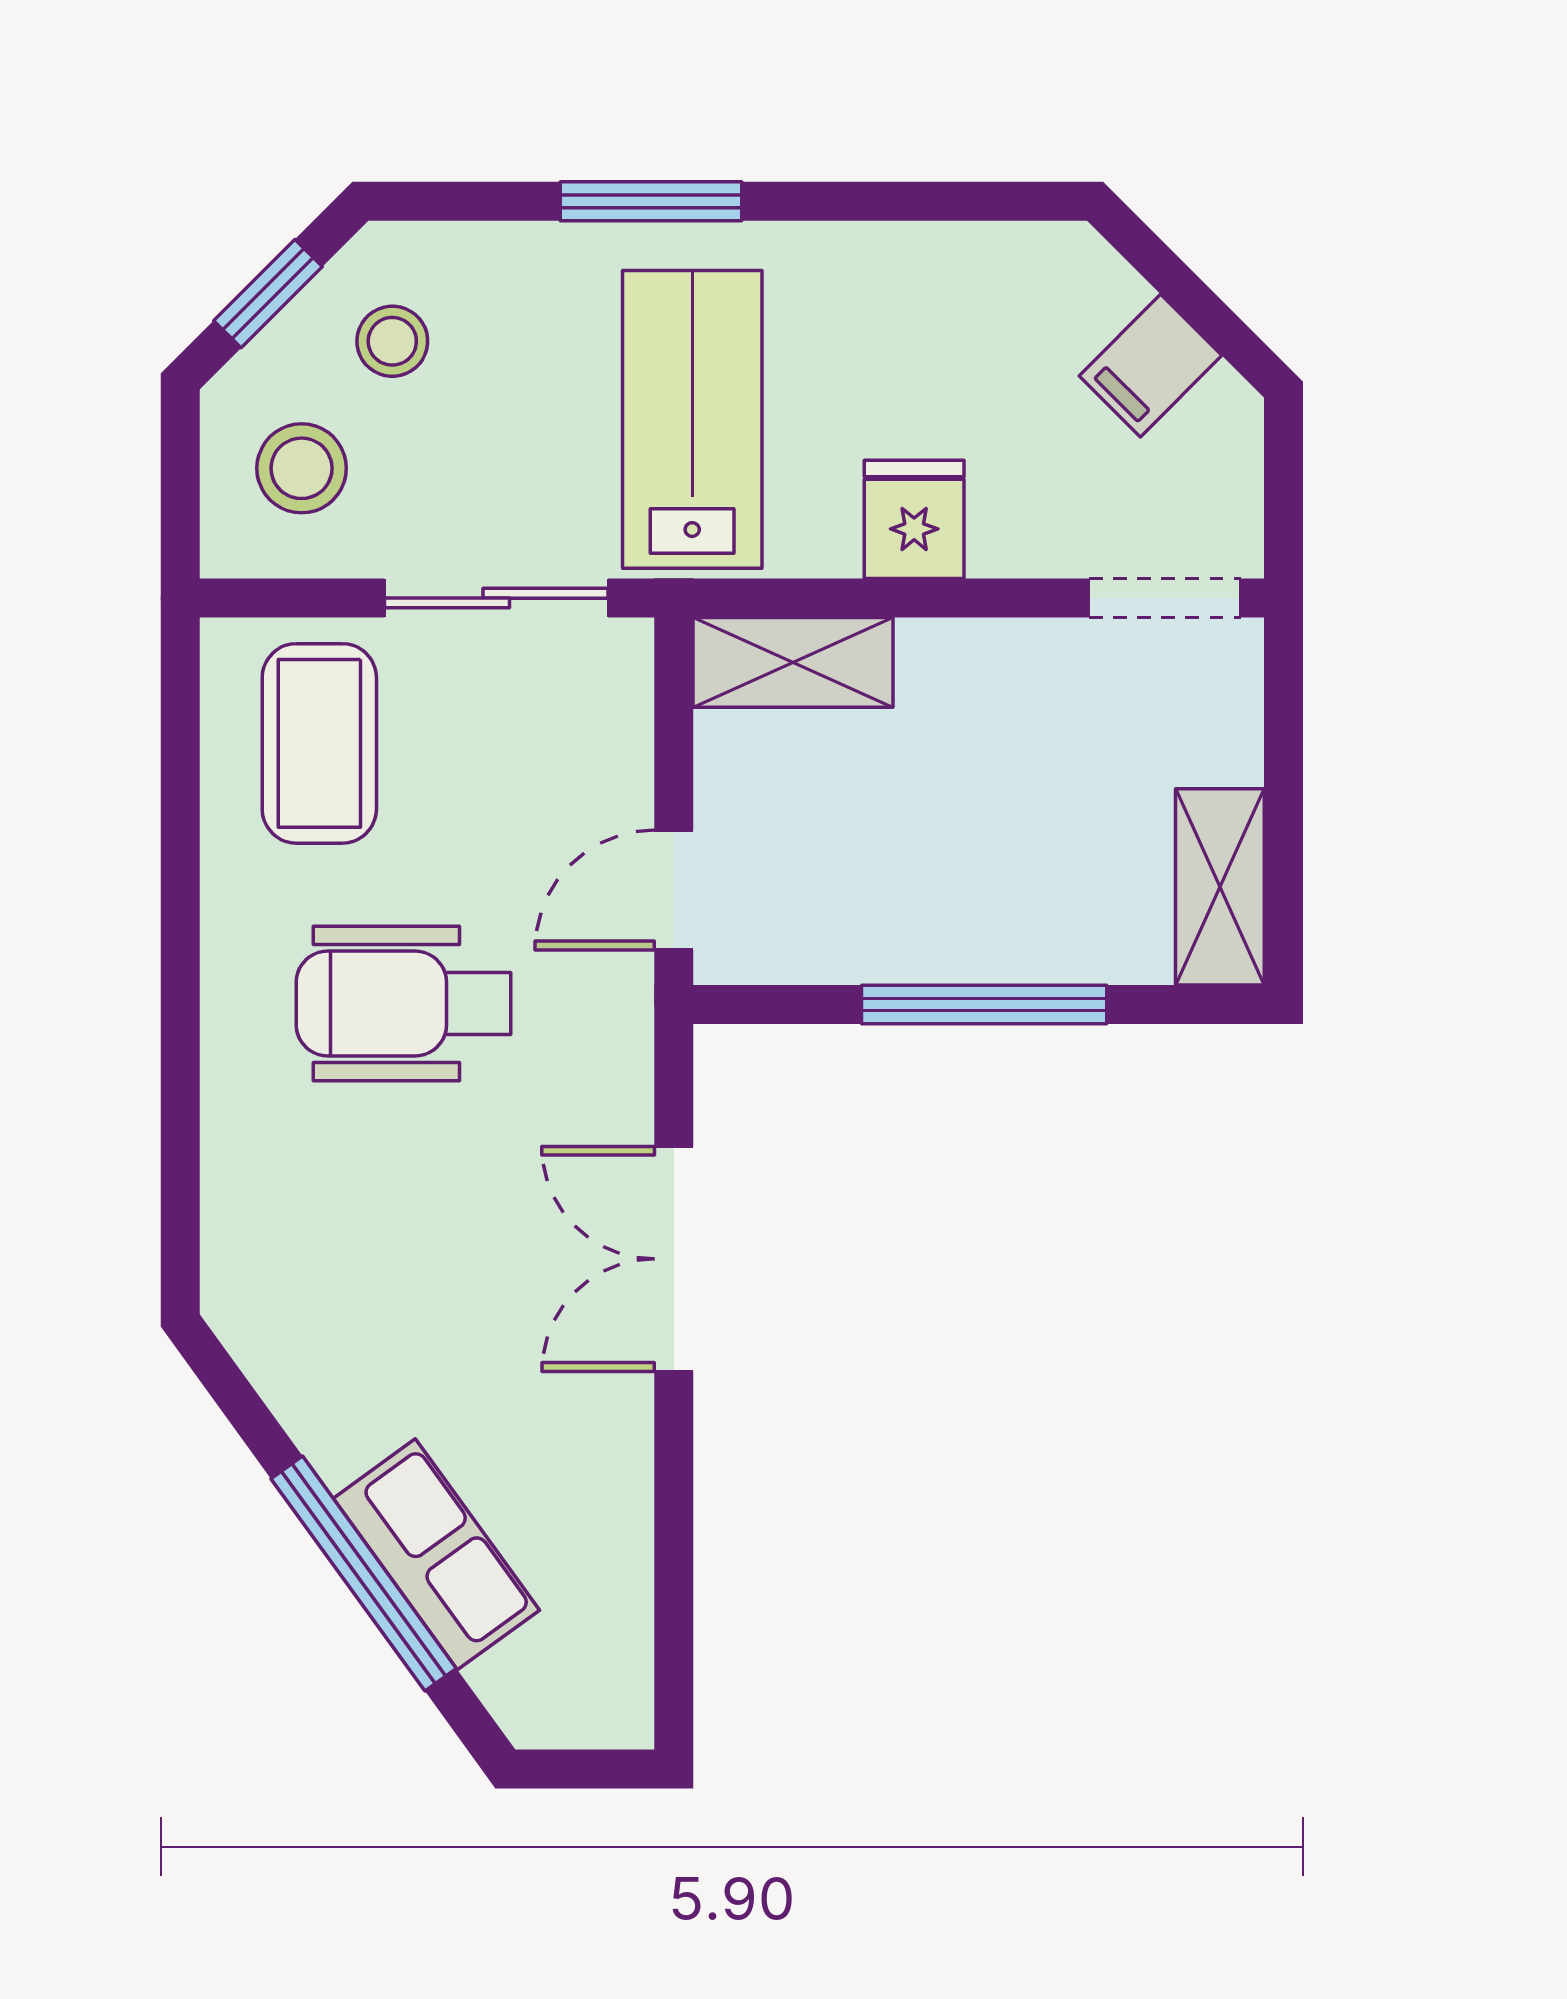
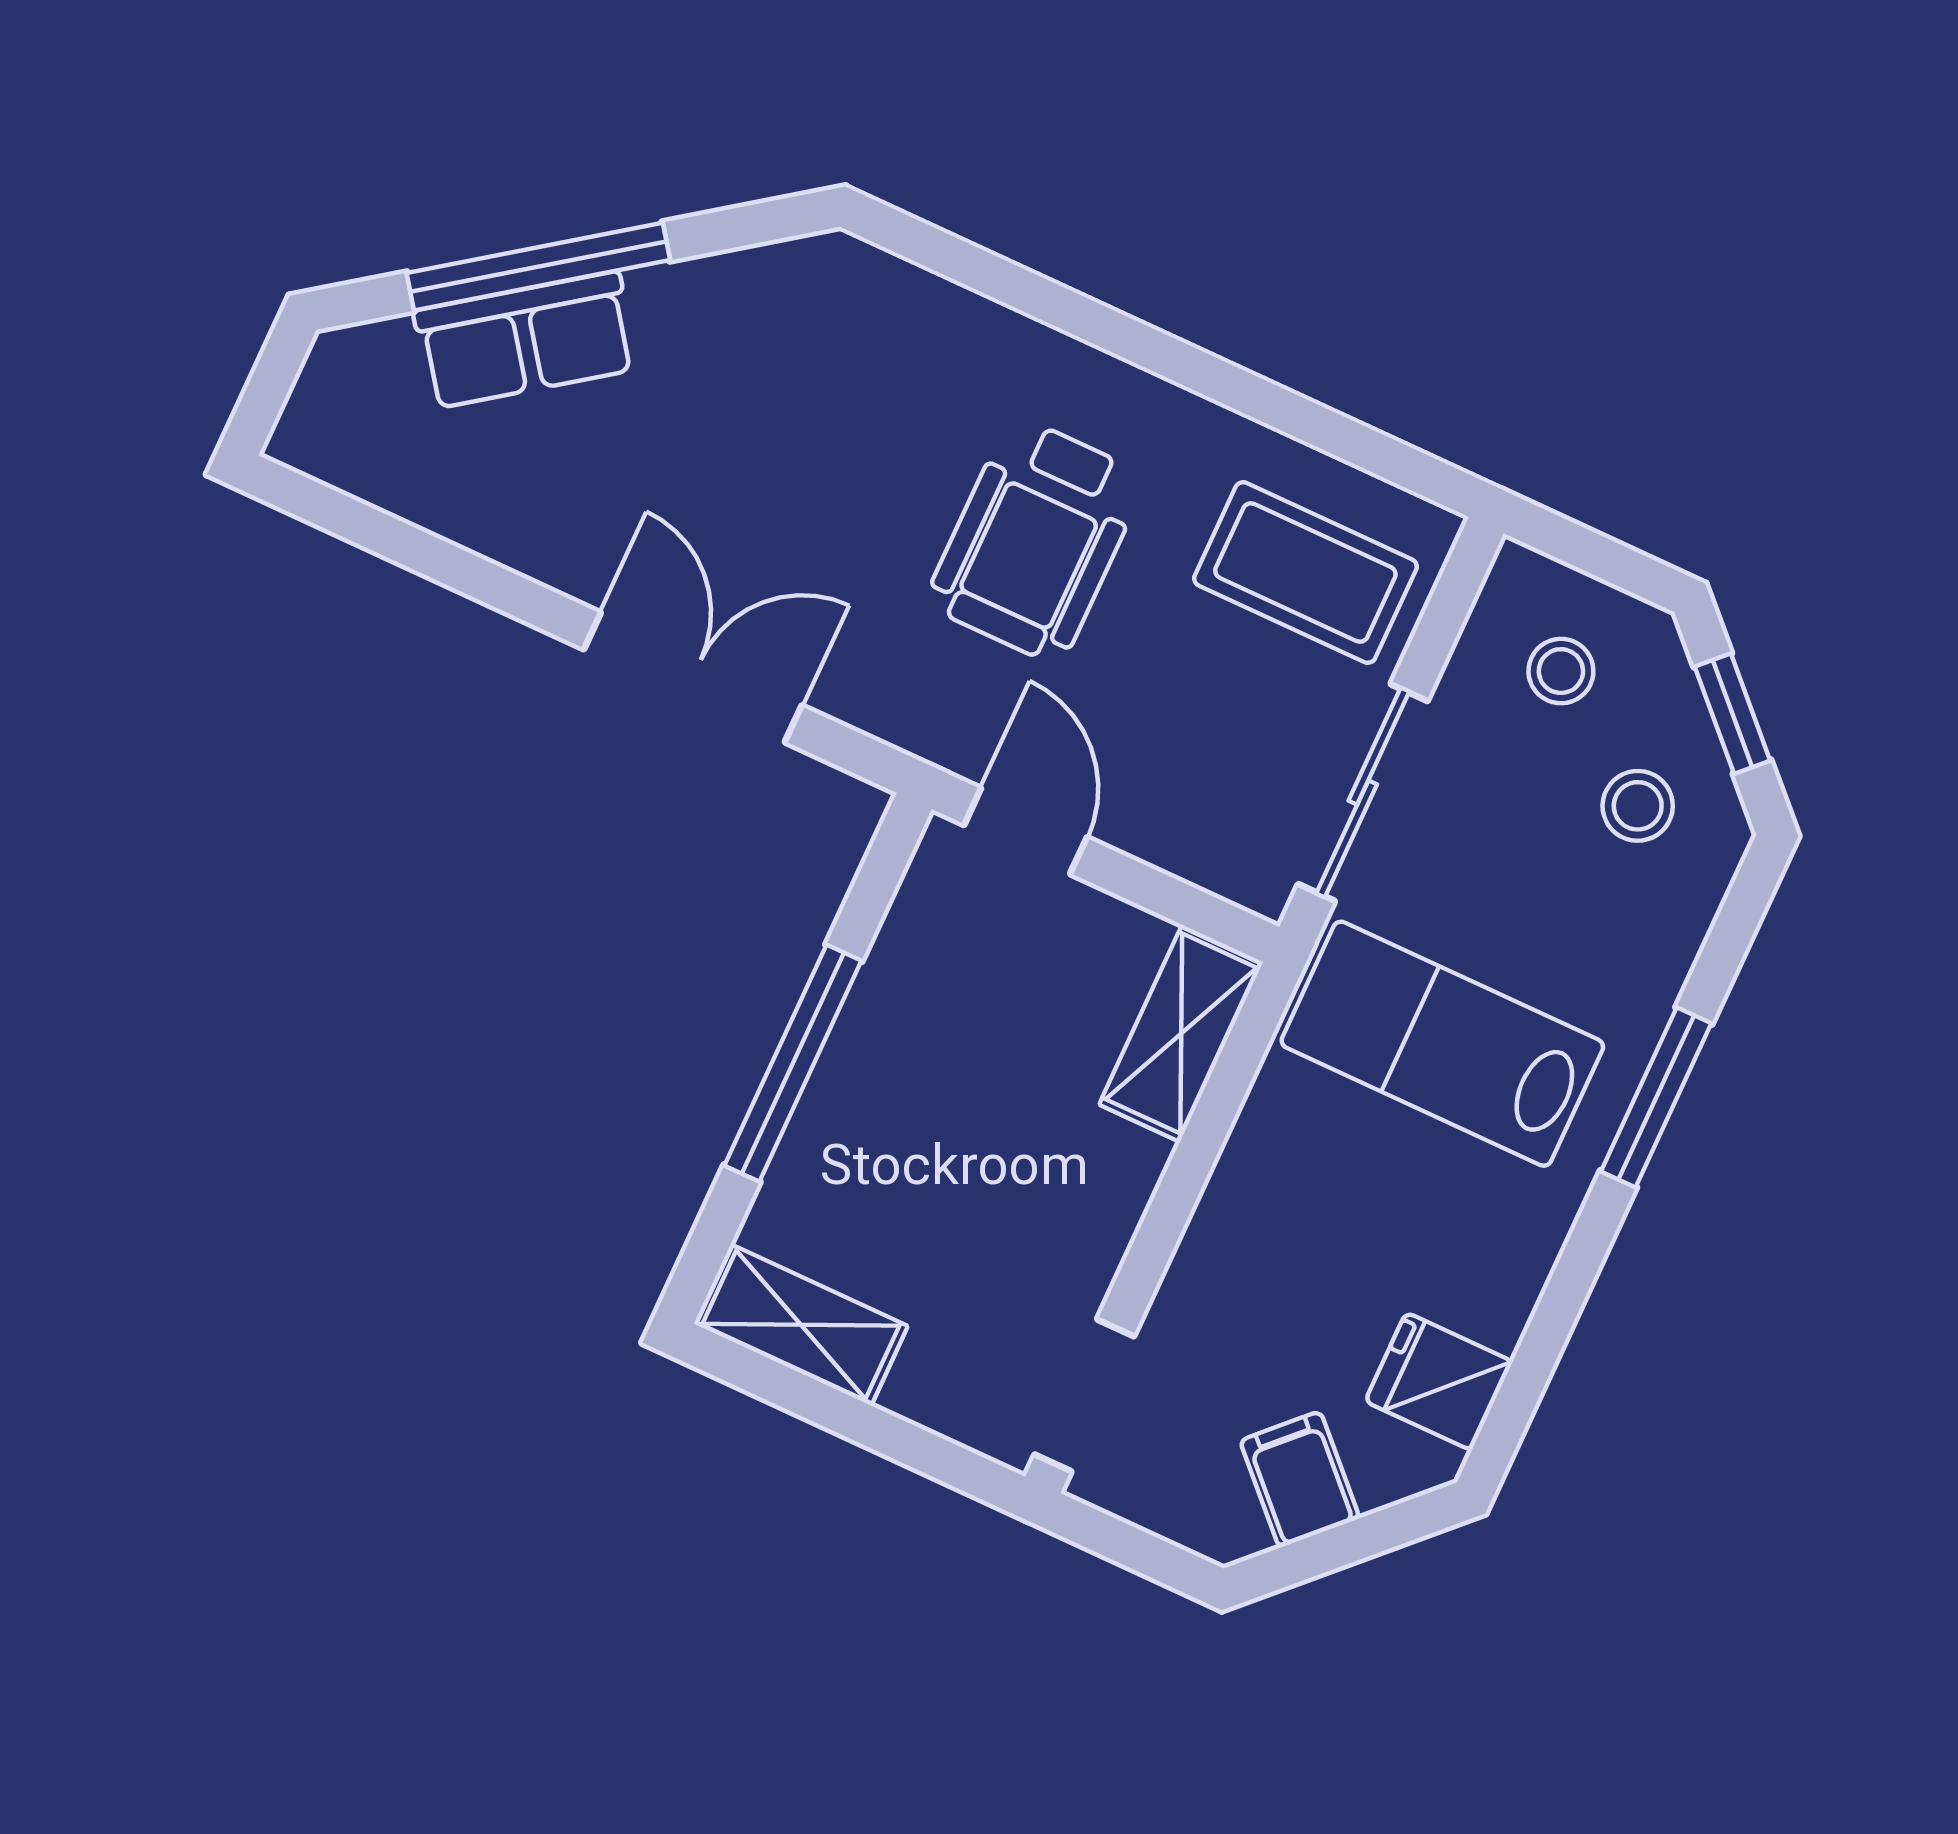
lab bench: (692, 419) -> (1442, 1044), turned 180
stool: (302, 468) -> (1561, 671), width x0.73, depth x0.73
fridge: (914, 519) -> (1439, 1381), moved, turned 180
wheelchair: (404, 1004) -> (1036, 540), turned 180

